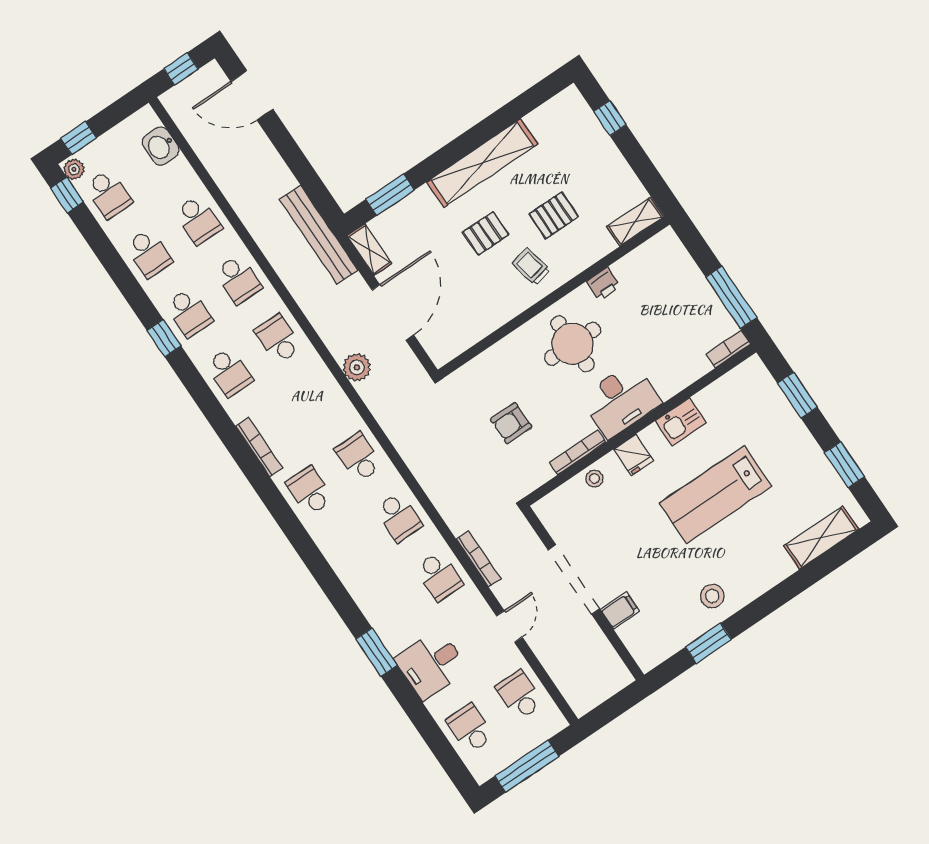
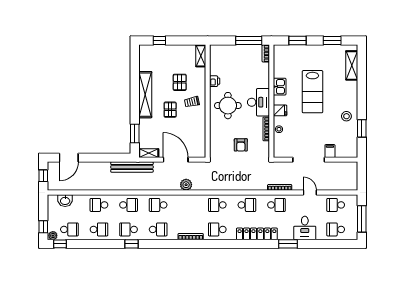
school desk: (198, 220) -> (99, 205), turned 180
school desk: (189, 313) -> (129, 229), turned 180
locker: (354, 576) -> (257, 234), added

